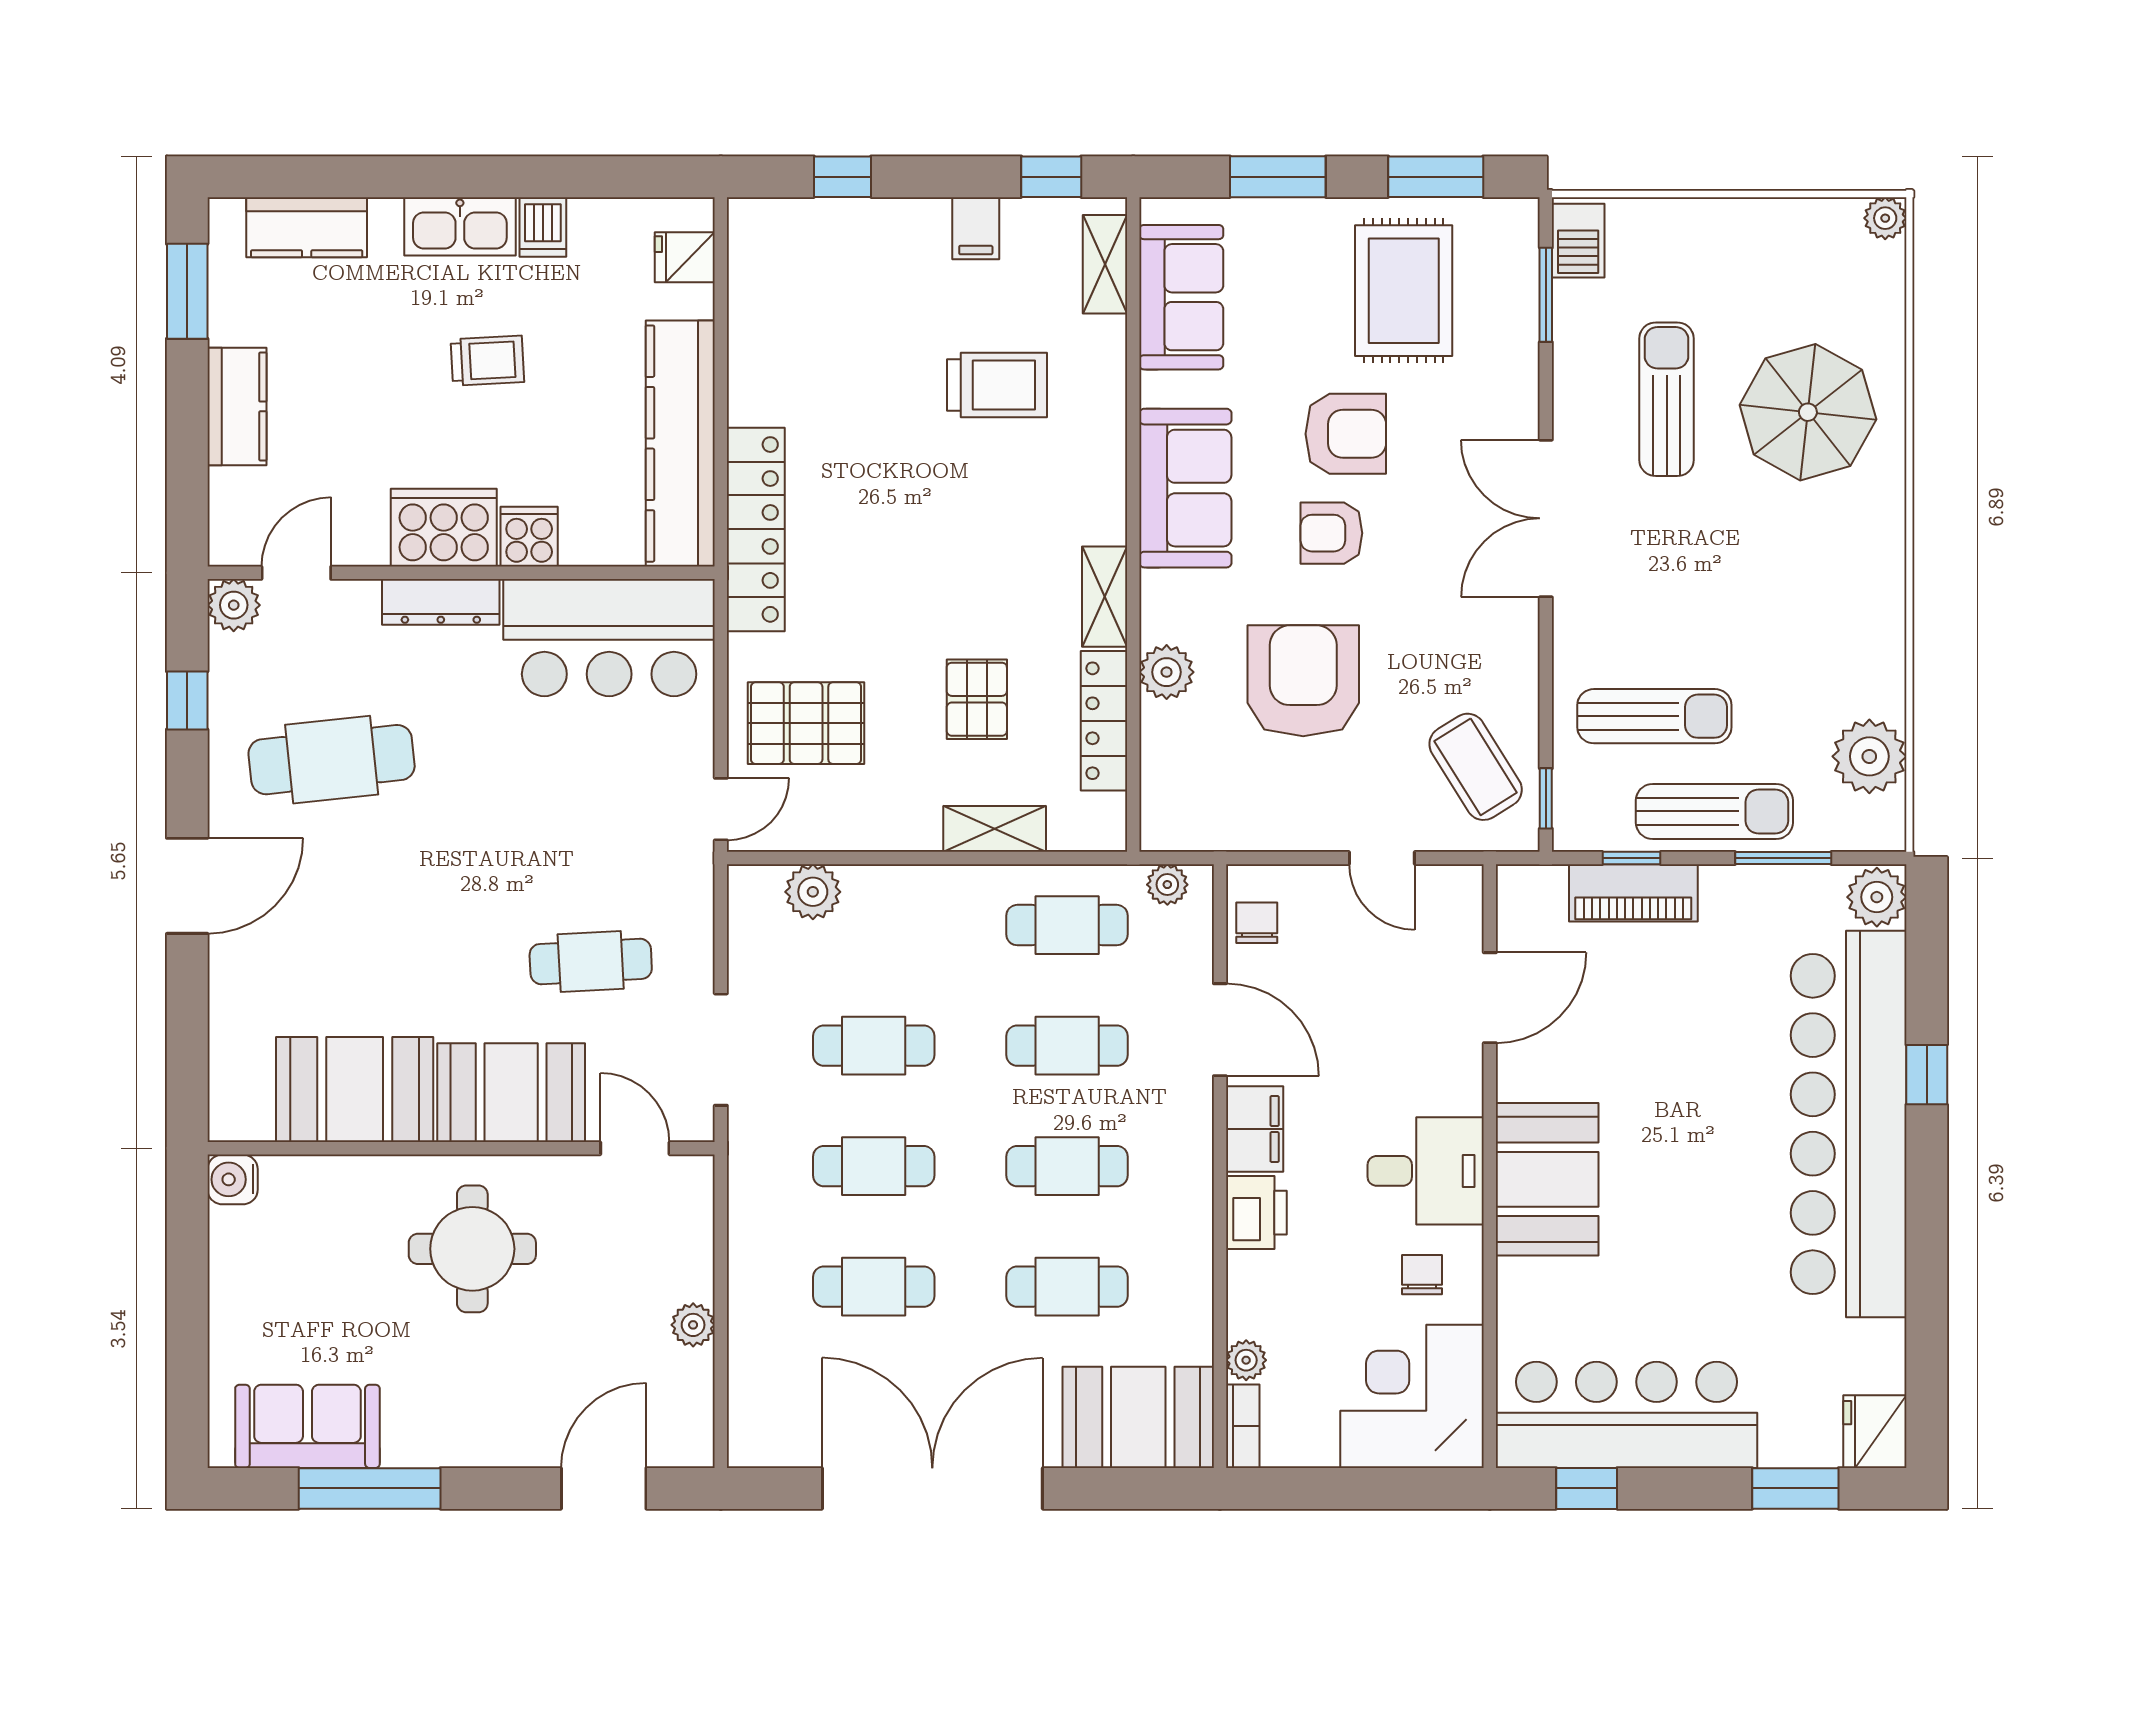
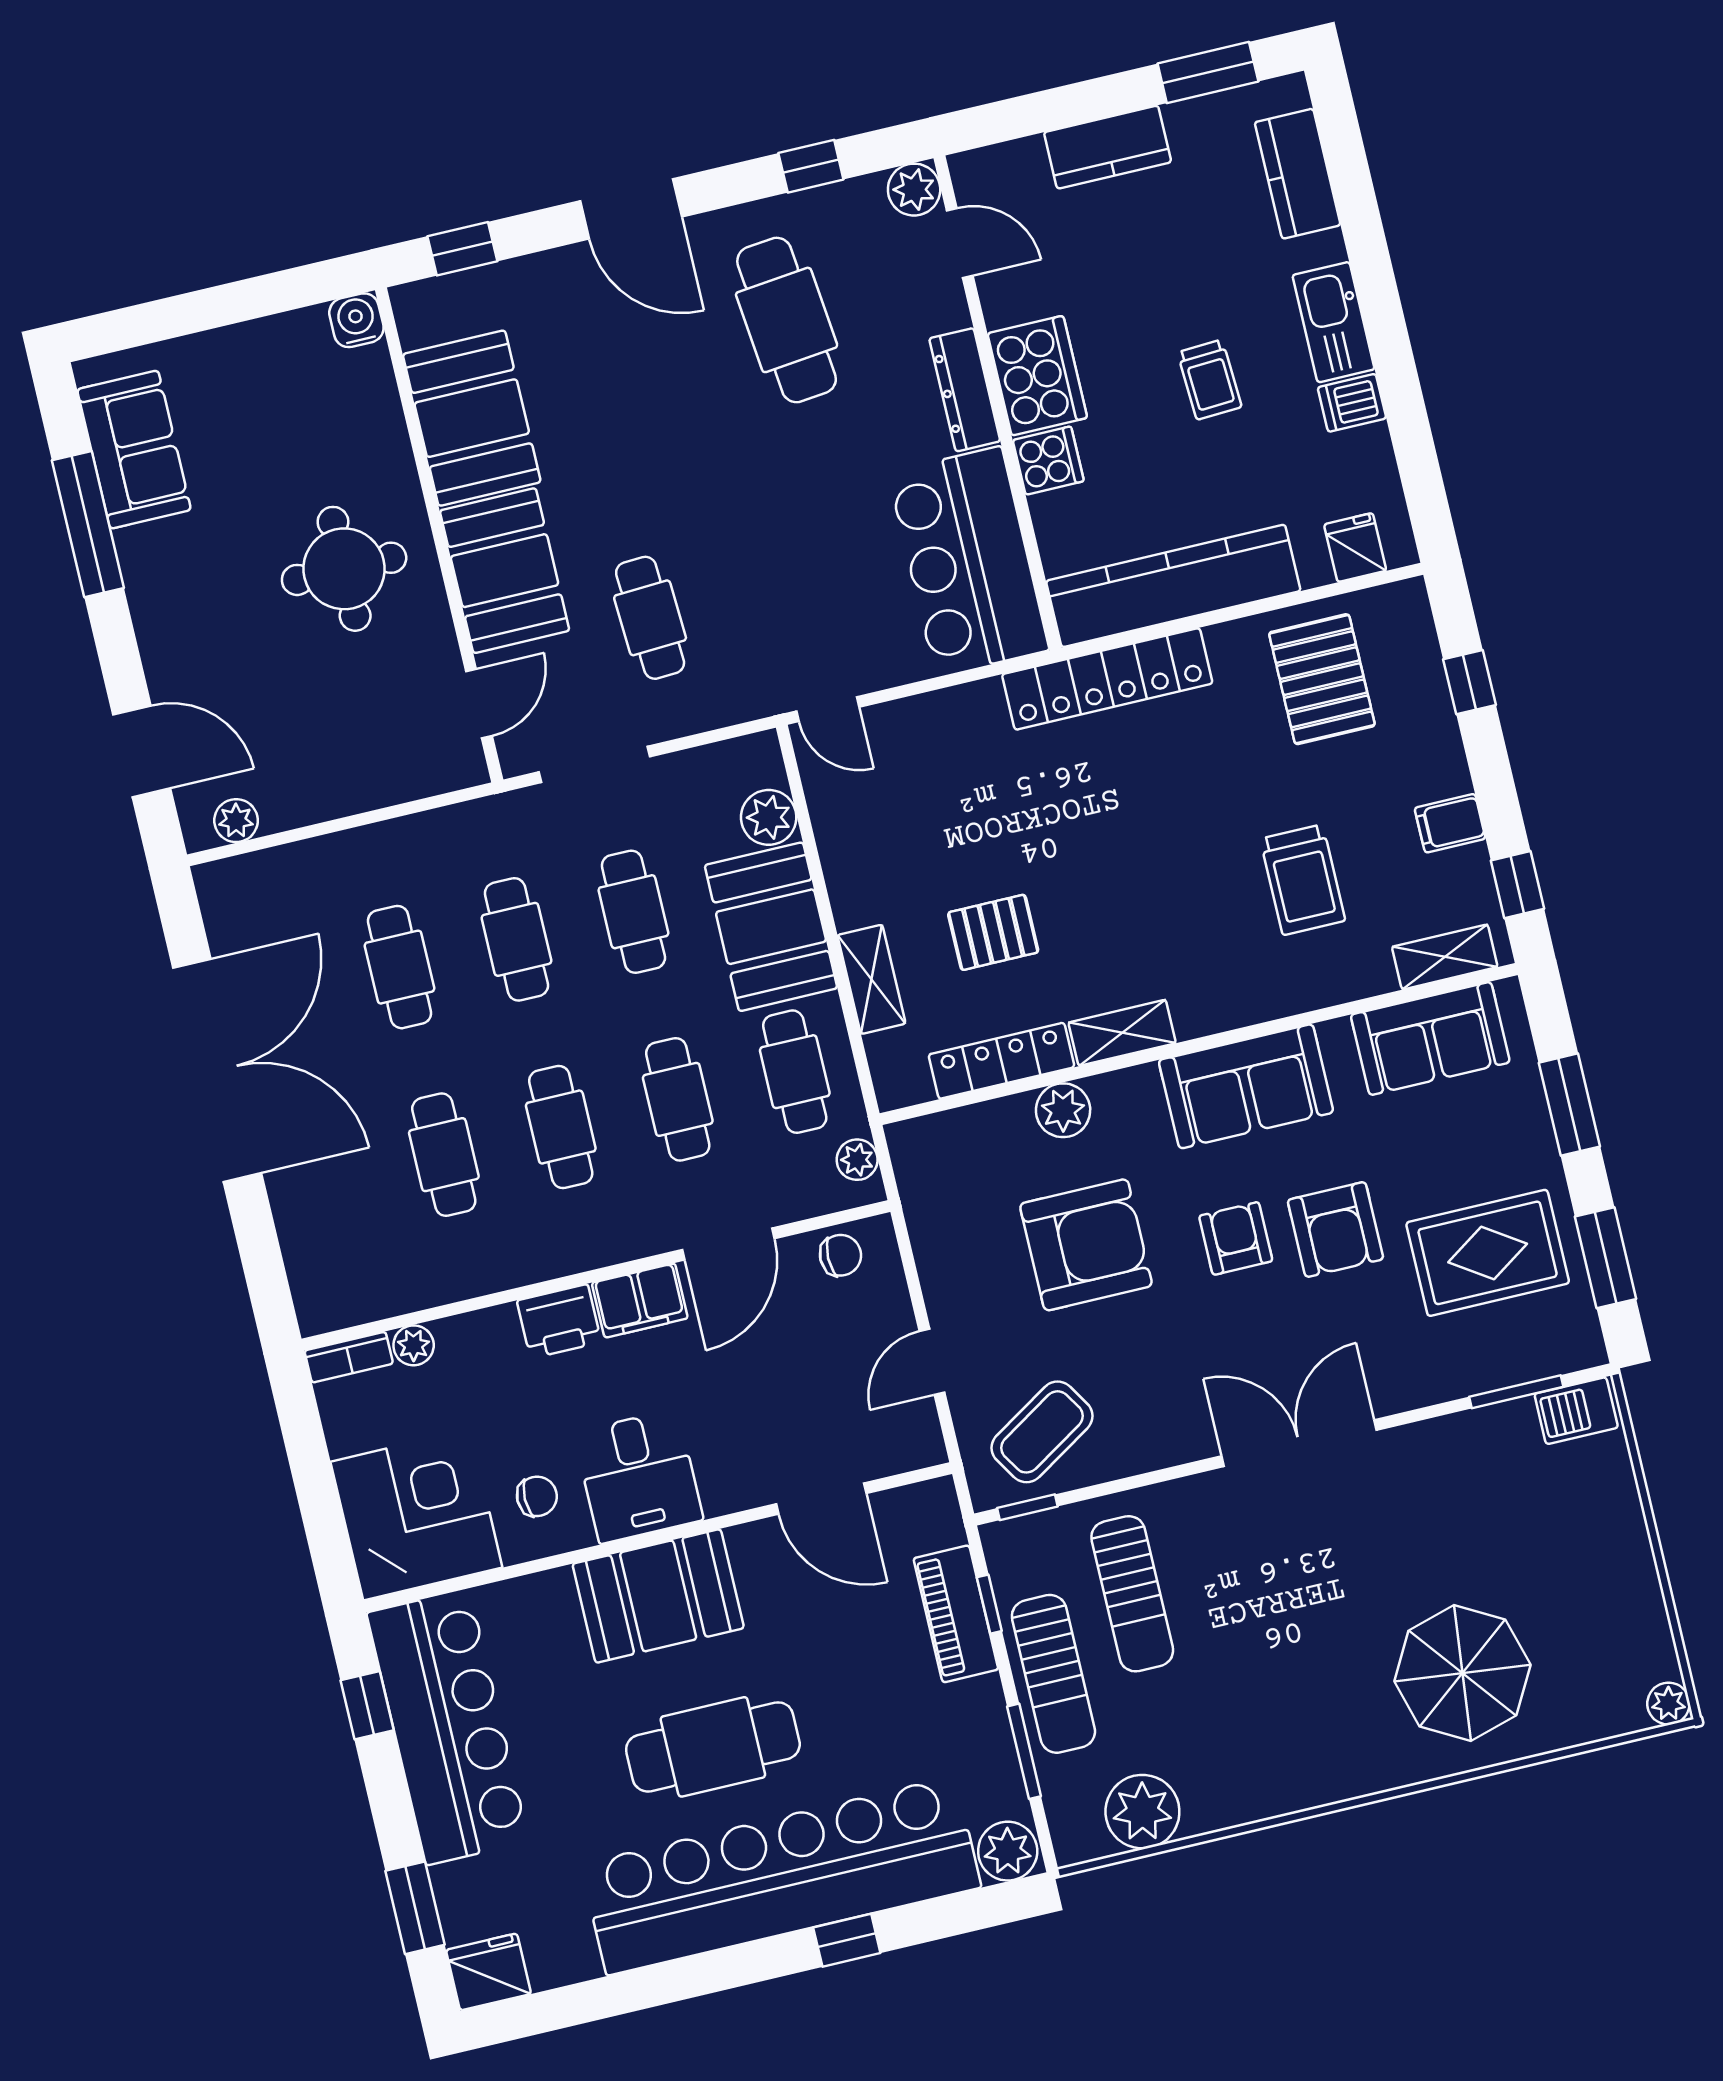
sun lounger: (1667, 399) -> (1443, 1533), removed
pallet: (806, 723) -> (1322, 679), moved
window: (187, 1060) -> (462, 249), added
cafe table: (1707, 1161) -> (713, 1747), added
plant: (693, 1325) -> (236, 821), moved
booth: (1138, 1417) -> (771, 927), moved

